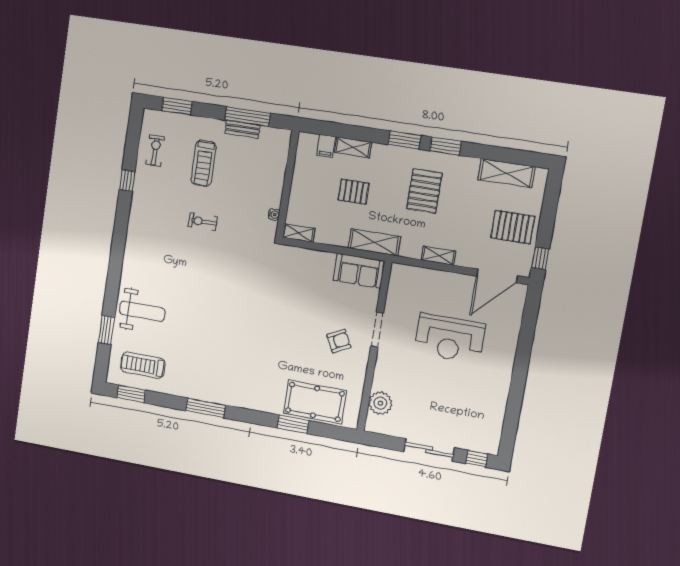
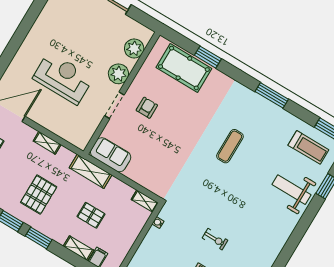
exercise mat: (229, 333) -> (230, 146), added
armchair: (339, 341) -> (147, 108), turned 117
plant: (387, 367) -> (118, 74), added

